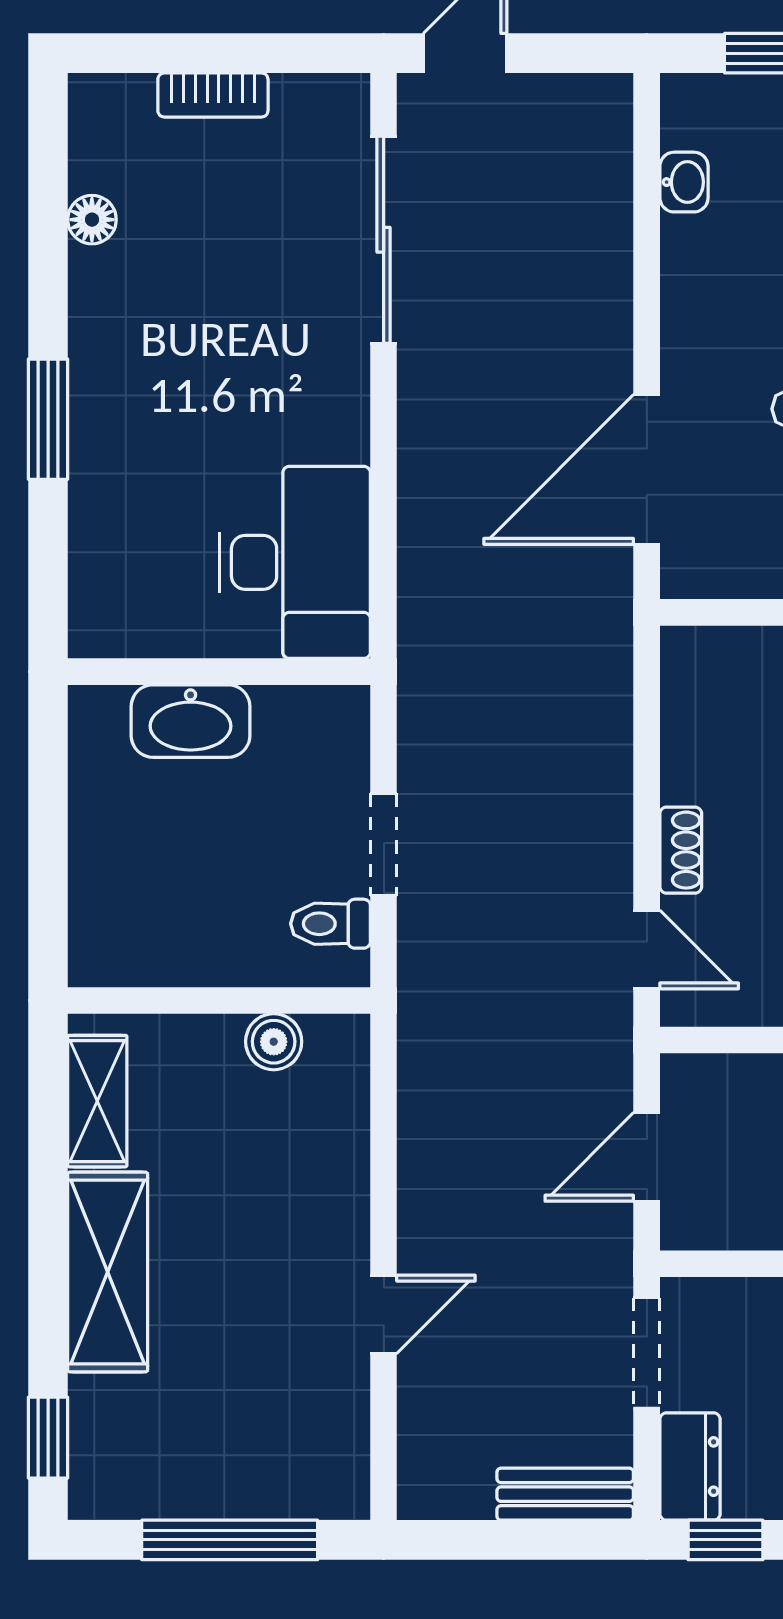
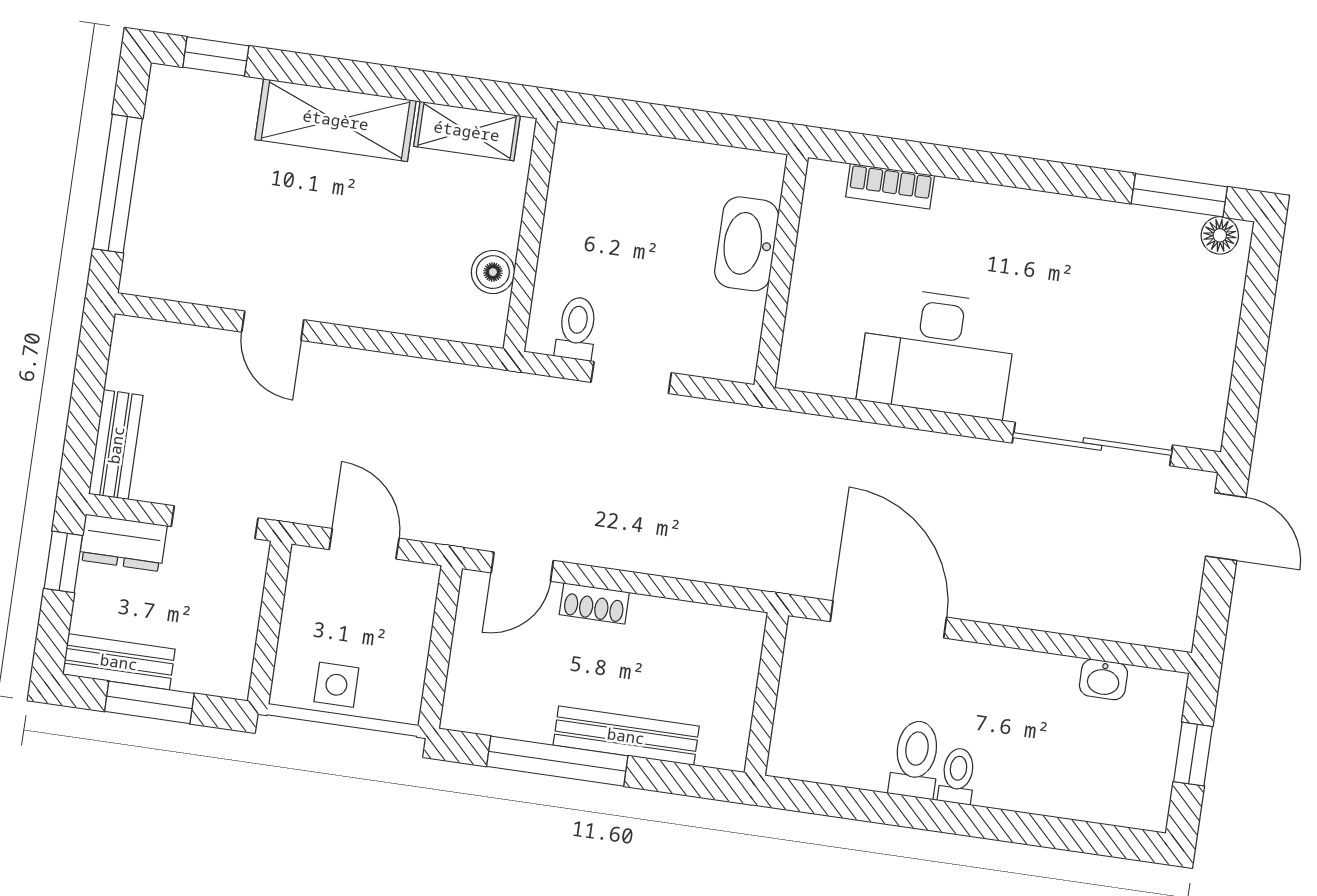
bookcase: (213, 95) -> (890, 186), moved, turned -90
floor lamp: (92, 220) -> (1220, 235), moved
window: (48, 419) -> (1179, 195), moved
desk: (295, 562) -> (937, 353), moved

